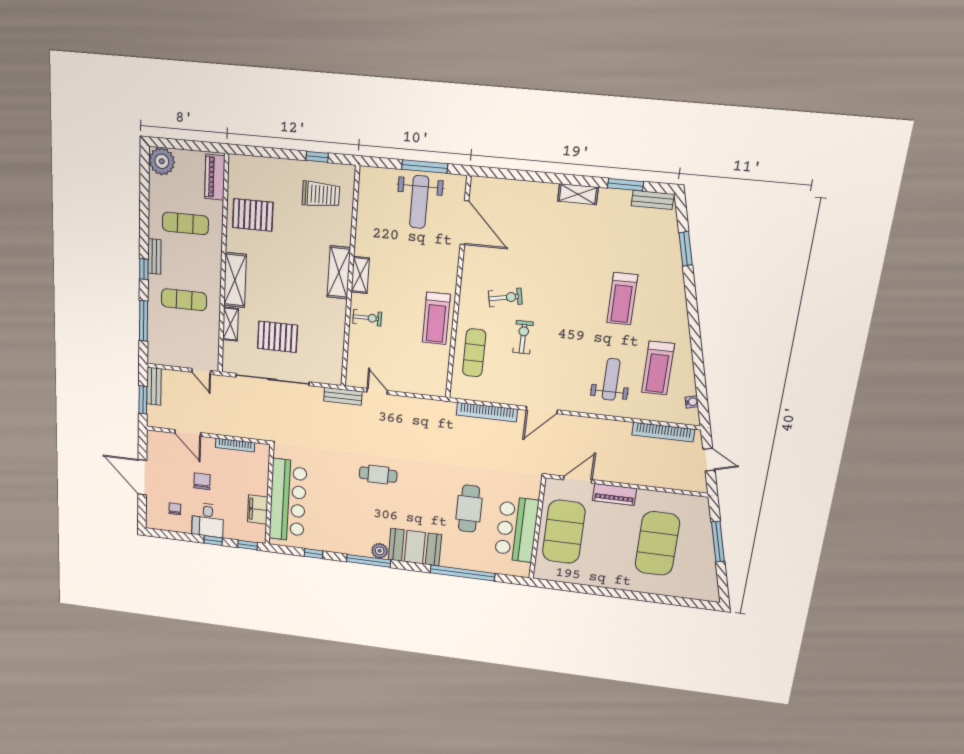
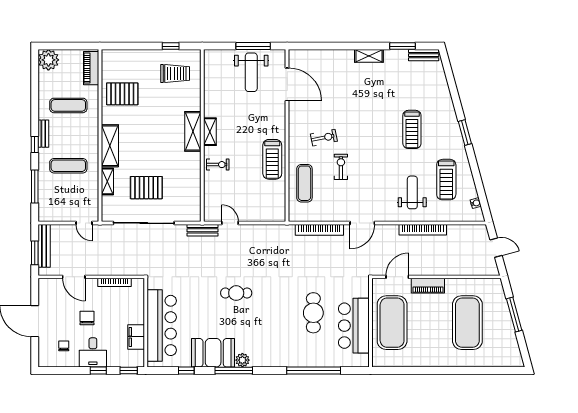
window: (686, 249) -> (465, 133), moved
bench: (154, 386) -> (44, 246), width x1.36
bookcase: (663, 432) -> (423, 230), moved
booth: (415, 547) -> (213, 353), moved

